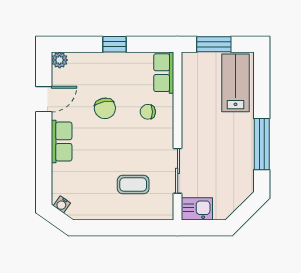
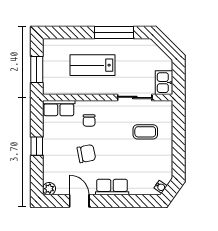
lab bench: (235, 83) -> (92, 65), moved
coffee table: (133, 185) -> (145, 132), turned 90

